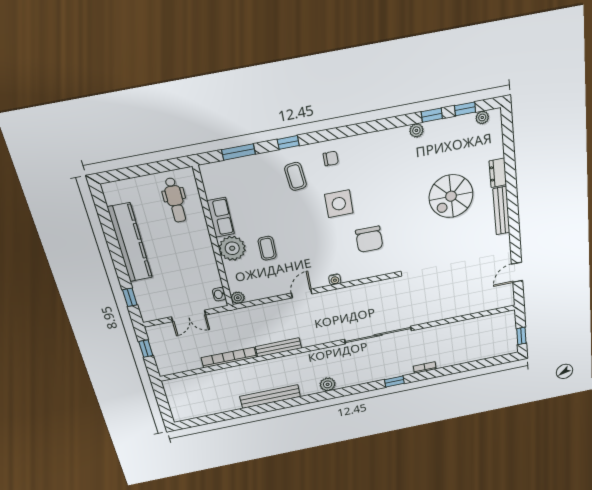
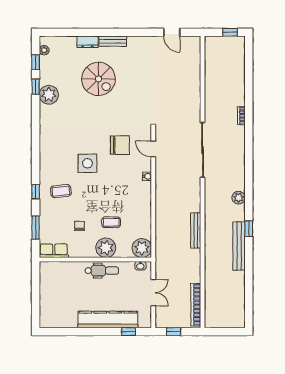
plant: (416, 130) -> (49, 95), width x1.88, depth x1.88
chair: (331, 158) -> (80, 226), moved
dental chair: (175, 200) -> (102, 271), moved
bench: (501, 211) -> (113, 41), width x0.73
row of seats: (221, 217) -> (54, 251), moved
kitchen counter: (130, 243) -> (108, 320), moved
door: (302, 293) -> (153, 149), moved
plant: (238, 298) -> (142, 248), width x1.88, depth x1.88
bookcase: (229, 357) -> (196, 305), moved
window: (394, 381) -> (249, 229), moved

